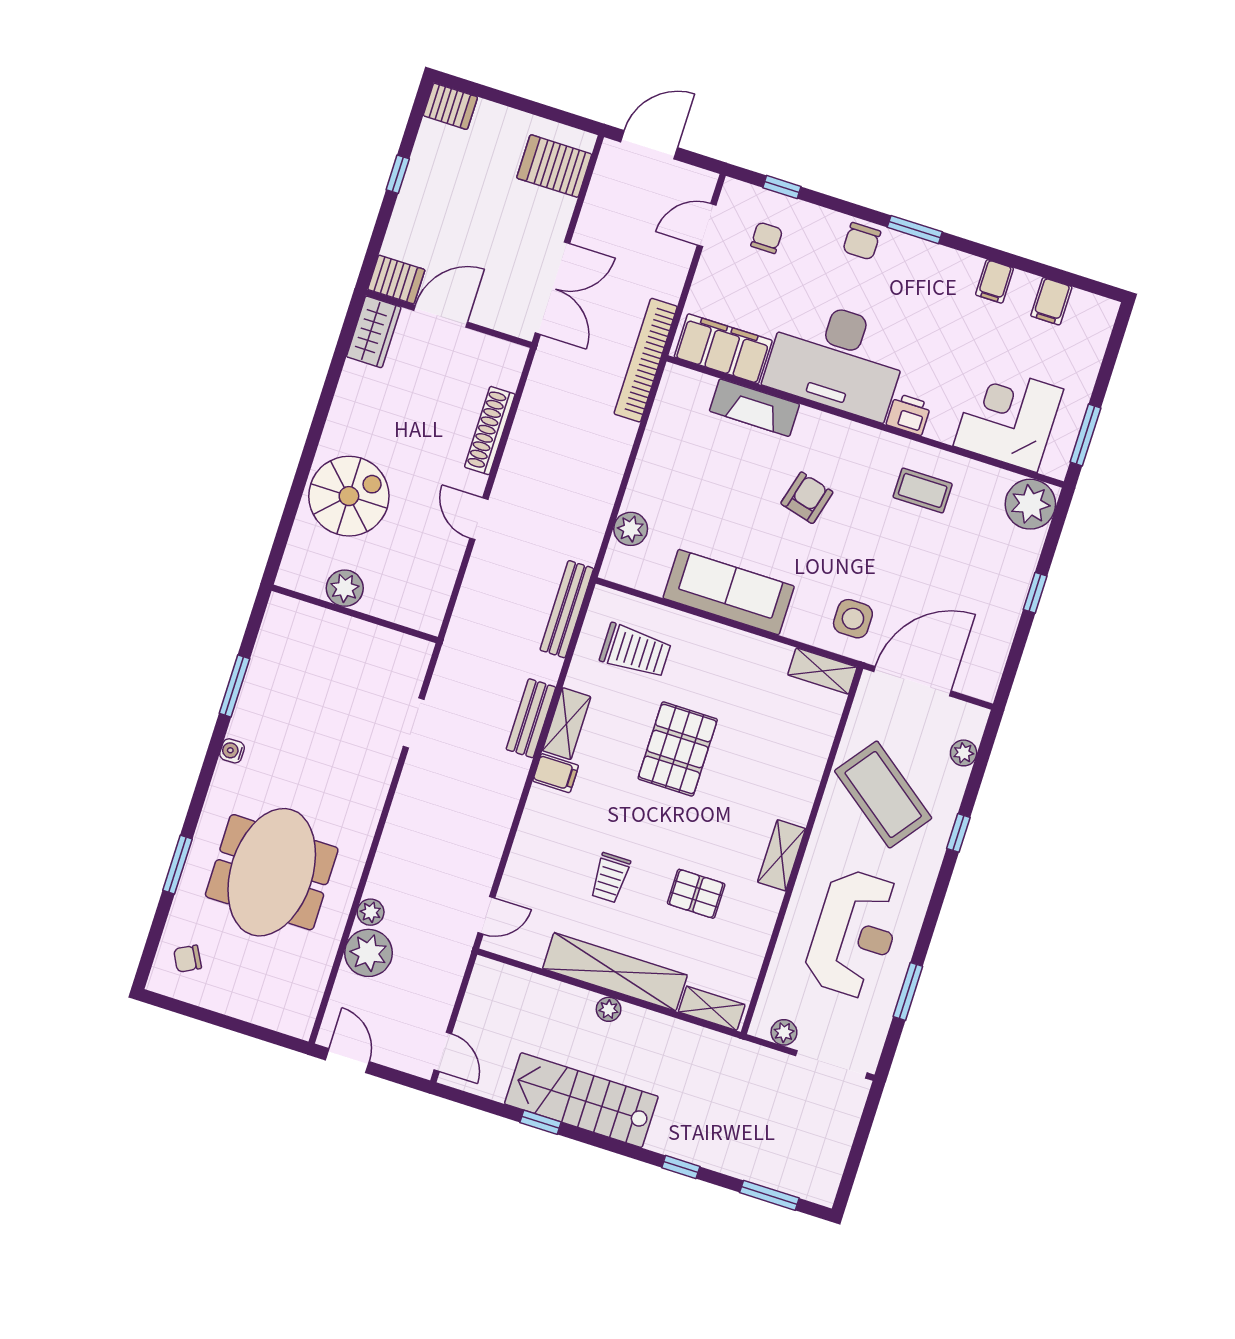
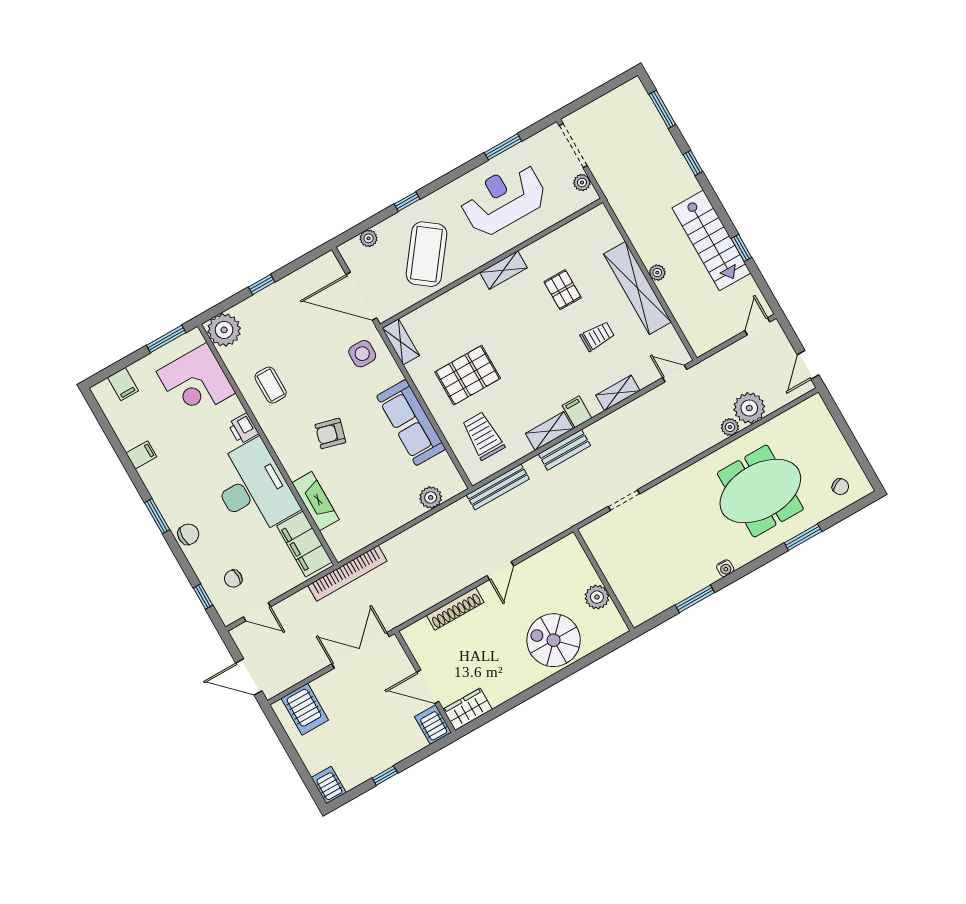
filing cabinet: (1051, 301) -> (123, 384), moved, turned 90
pallet: (678, 749) -> (468, 375), moved
shelving: (712, 1008) -> (618, 393), moved, turned 90

